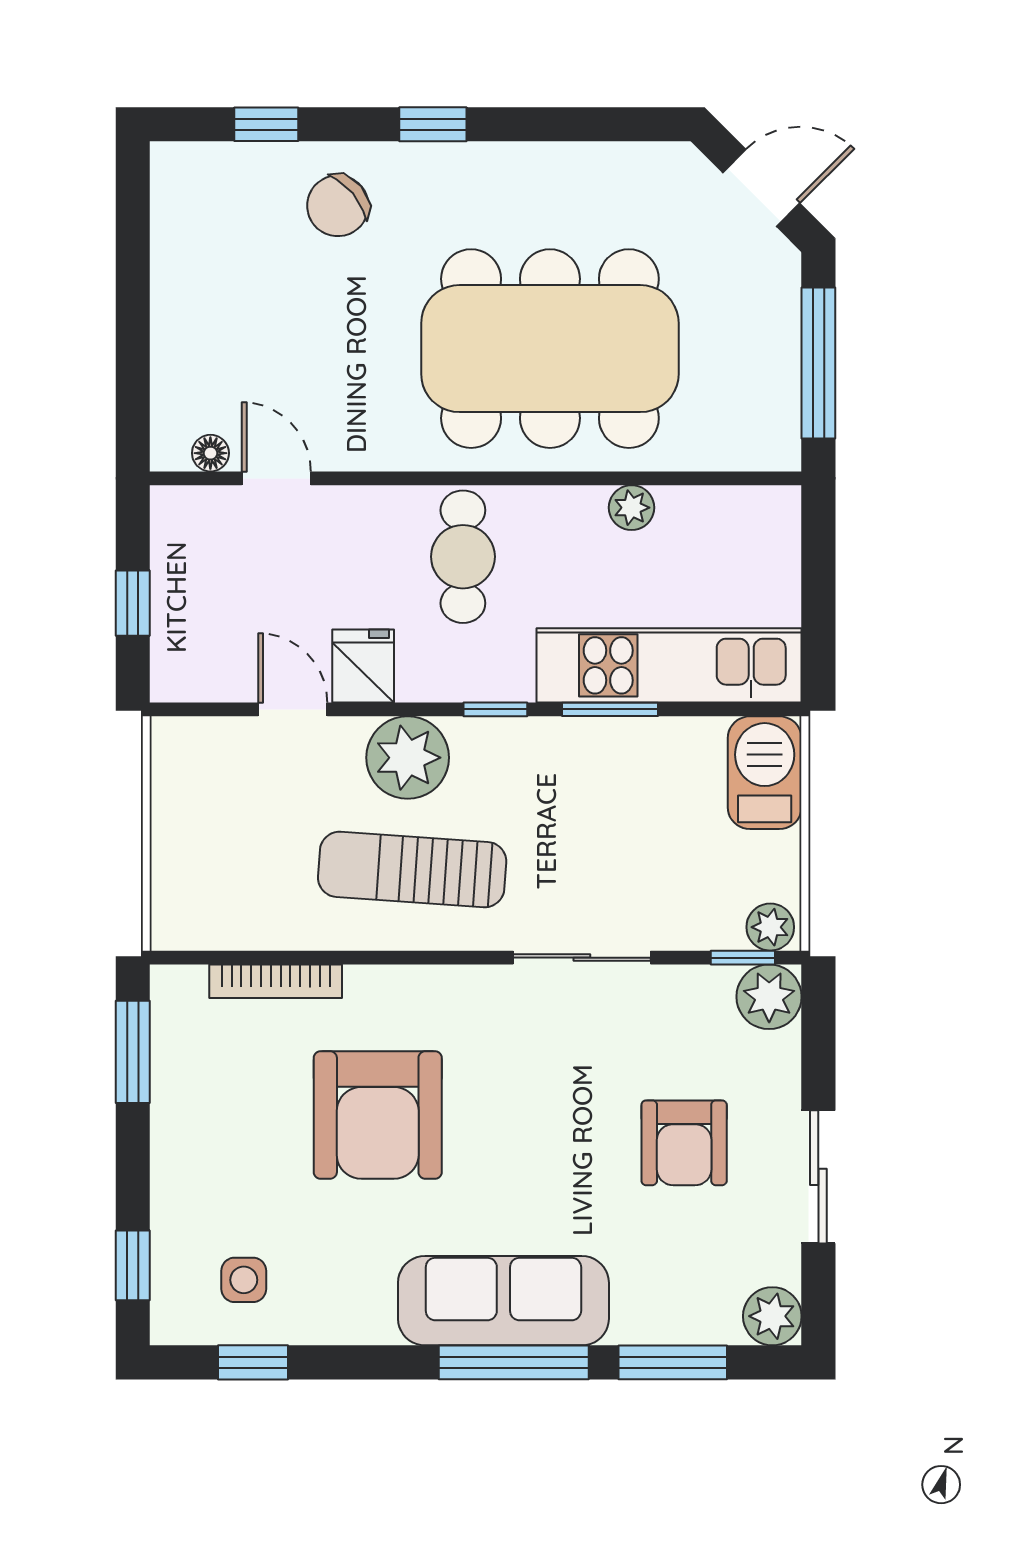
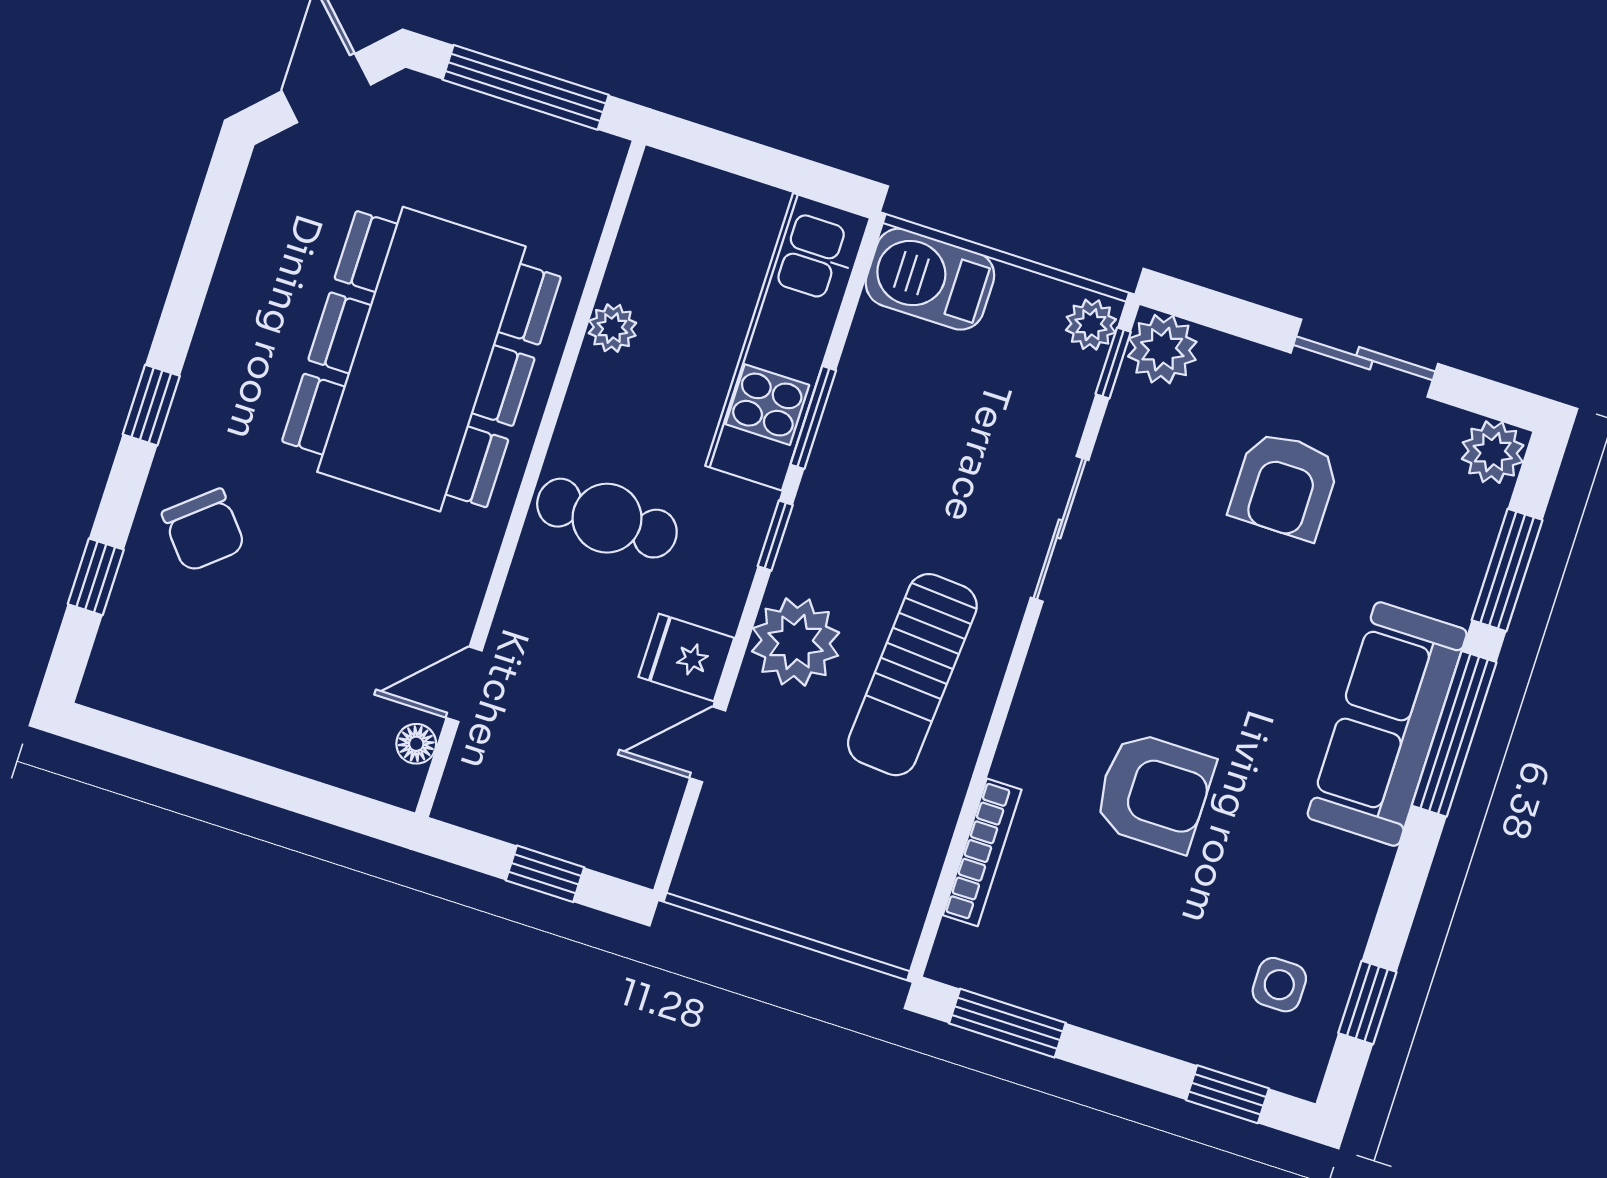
armchair: (378, 1115) -> (1154, 792), width x0.73, depth x0.73
armchair: (684, 1143) -> (1285, 485), turned 90

